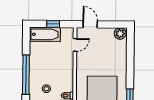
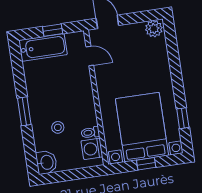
door: (75, 45) -> (90, 56), hinge flipped
window: (26, 75) -> (24, 111), width x0.47

